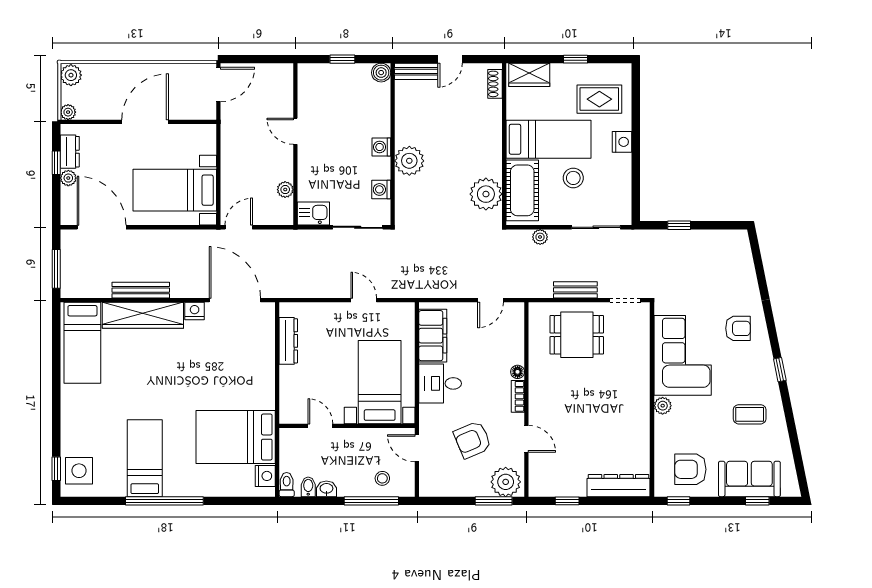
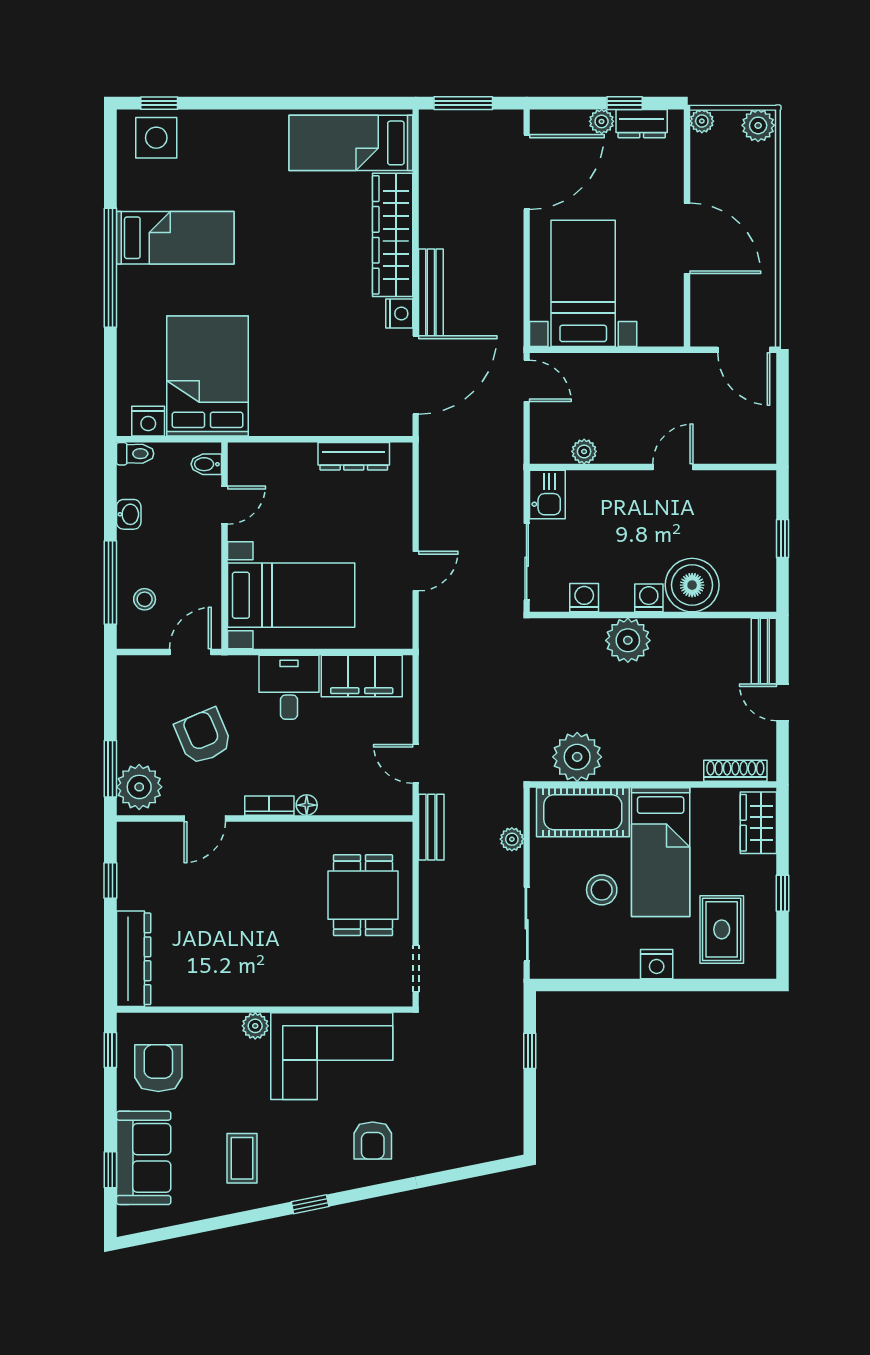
boiler: (381, 73) -> (692, 585), moved, width x1.86, depth x1.86
shoe rack: (495, 84) -> (735, 771), width x1.43
bench: (141, 290) -> (431, 292), moved
bench: (575, 290) -> (431, 827), moved
bidet: (308, 487) -> (206, 464), moved, turned 180

